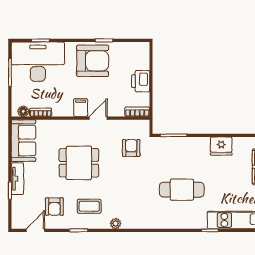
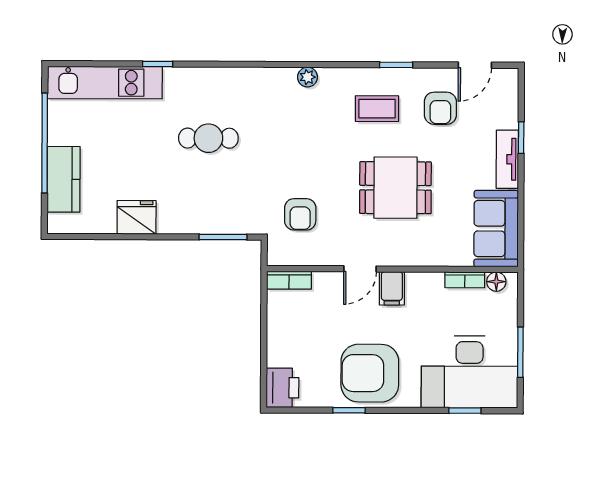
printer: (141, 81) -> (283, 388), moved
cafe table: (182, 190) -> (208, 138), width x0.73, depth x0.74
armchair: (54, 207) -> (440, 108), turned 180
plant: (116, 223) -> (308, 77), moved

